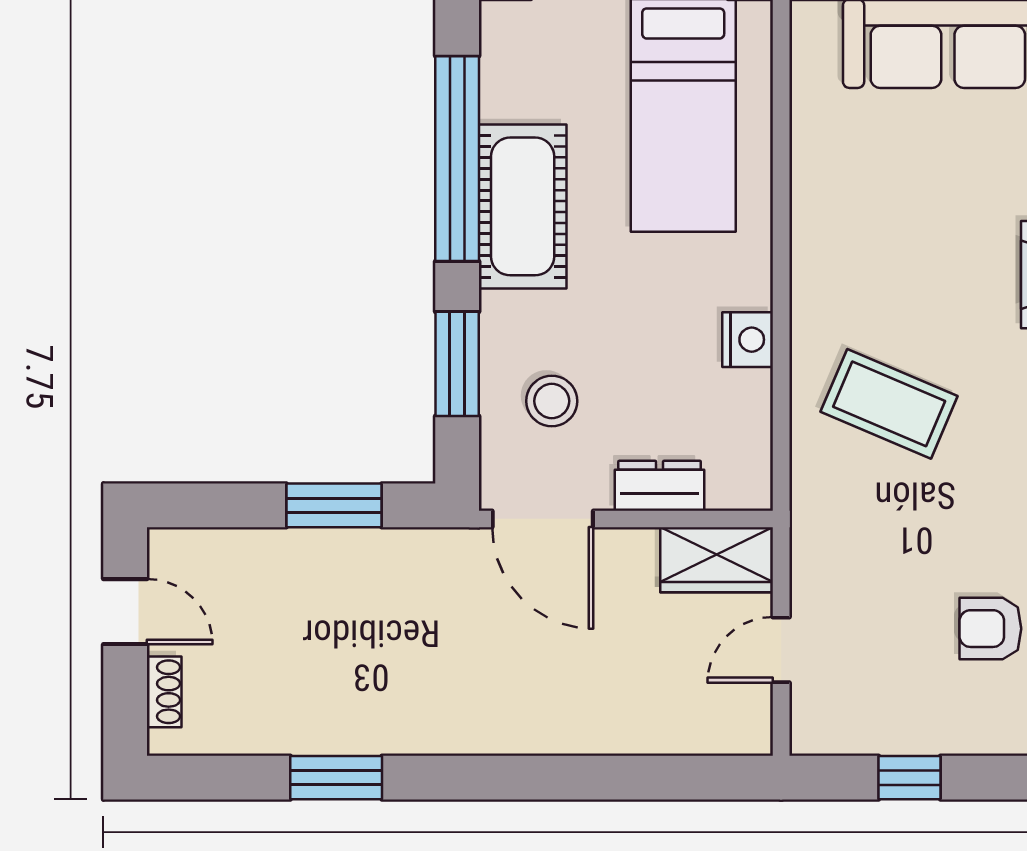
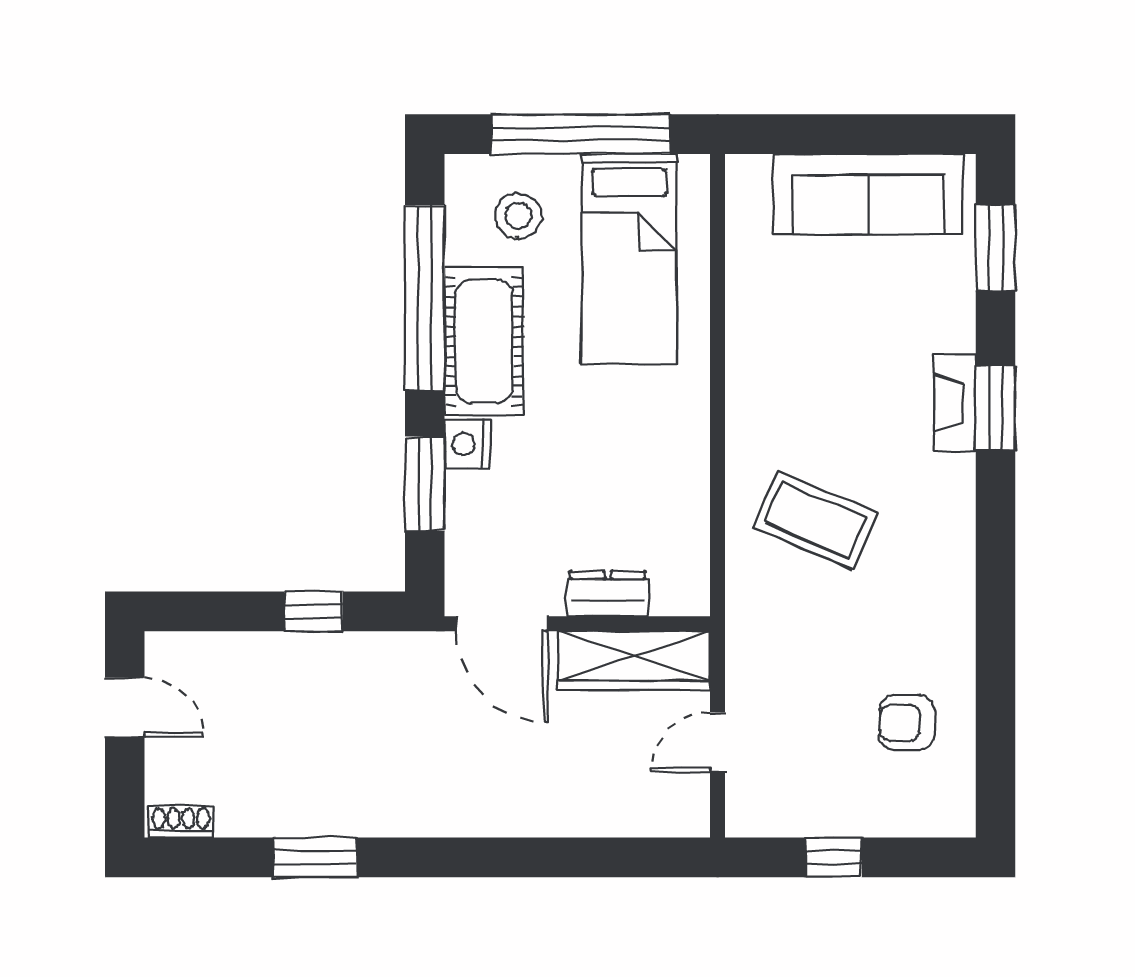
nightstand: (748, 340) -> (467, 444), moved, turned 180
stool: (552, 401) -> (518, 216), moved
window: (334, 505) -> (314, 611), width x0.67
wardrobe: (717, 560) -> (634, 661), width x1.50
shoe rack: (164, 692) -> (181, 822), moved, turned -90

